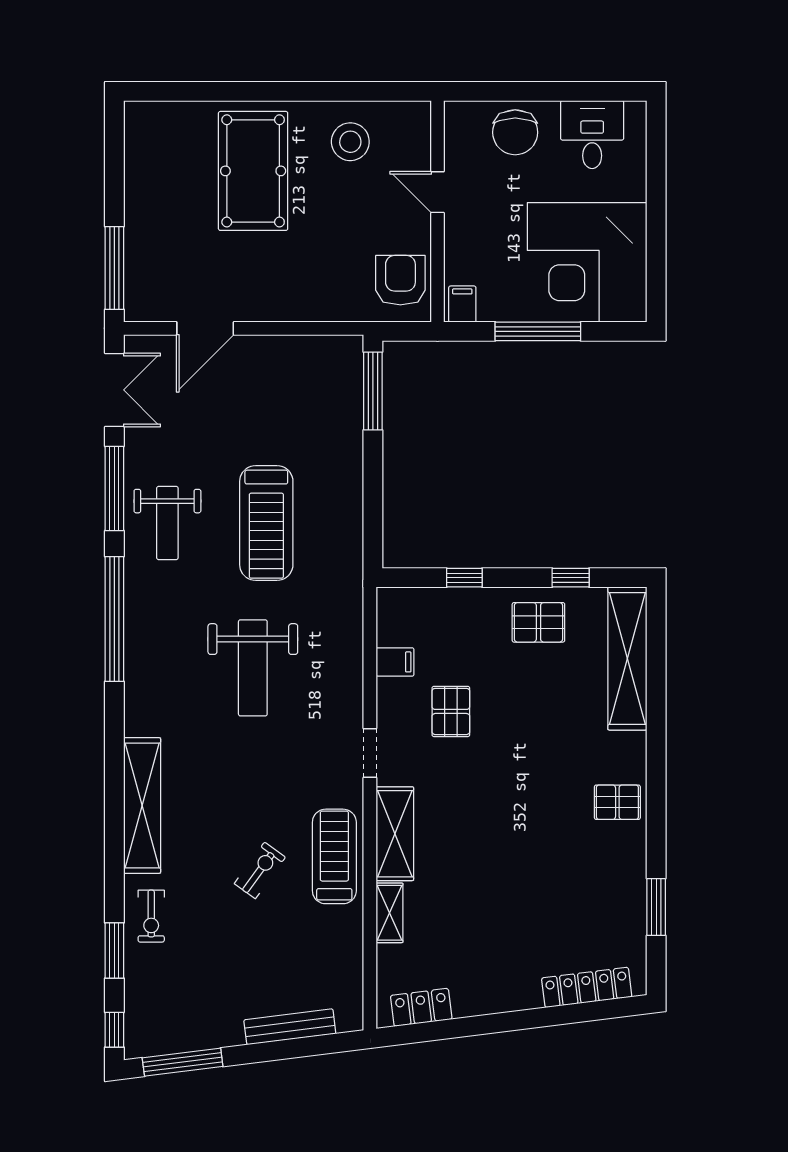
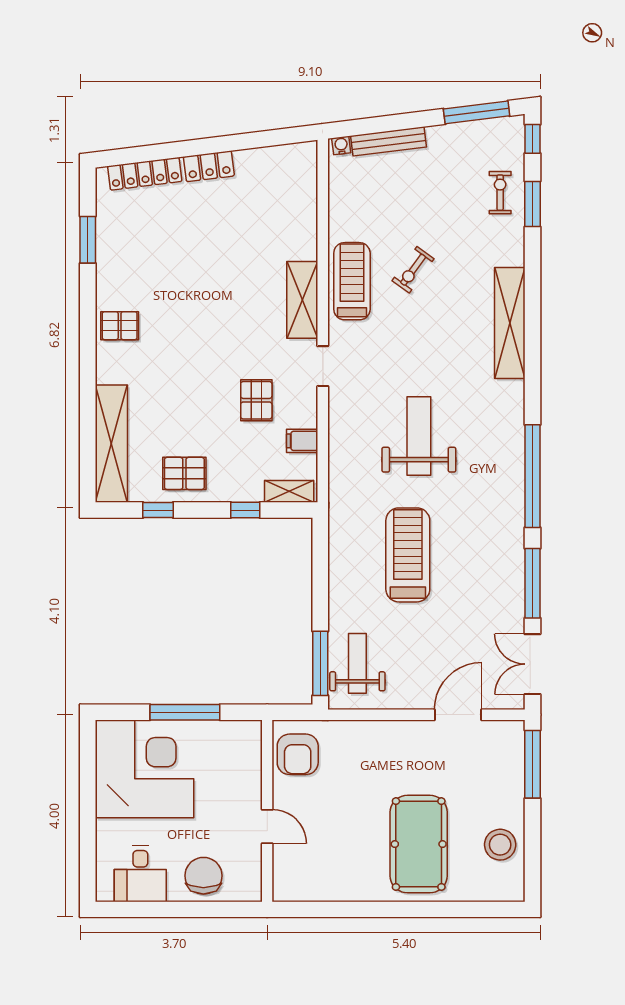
stool: (350, 142) -> (500, 845), moved
filing cabinet: (462, 304) -> (247, 735), removed
weight bench: (167, 523) -> (357, 663), moved
treadmill: (334, 856) -> (352, 281), turned 180
shelving: (389, 913) -> (289, 491), moved, turned 90
exercise bike: (151, 916) -> (500, 193), moved
locker: (421, 1007) -> (209, 166), moved
water cooler: (347, 1022) -> (341, 145), added

